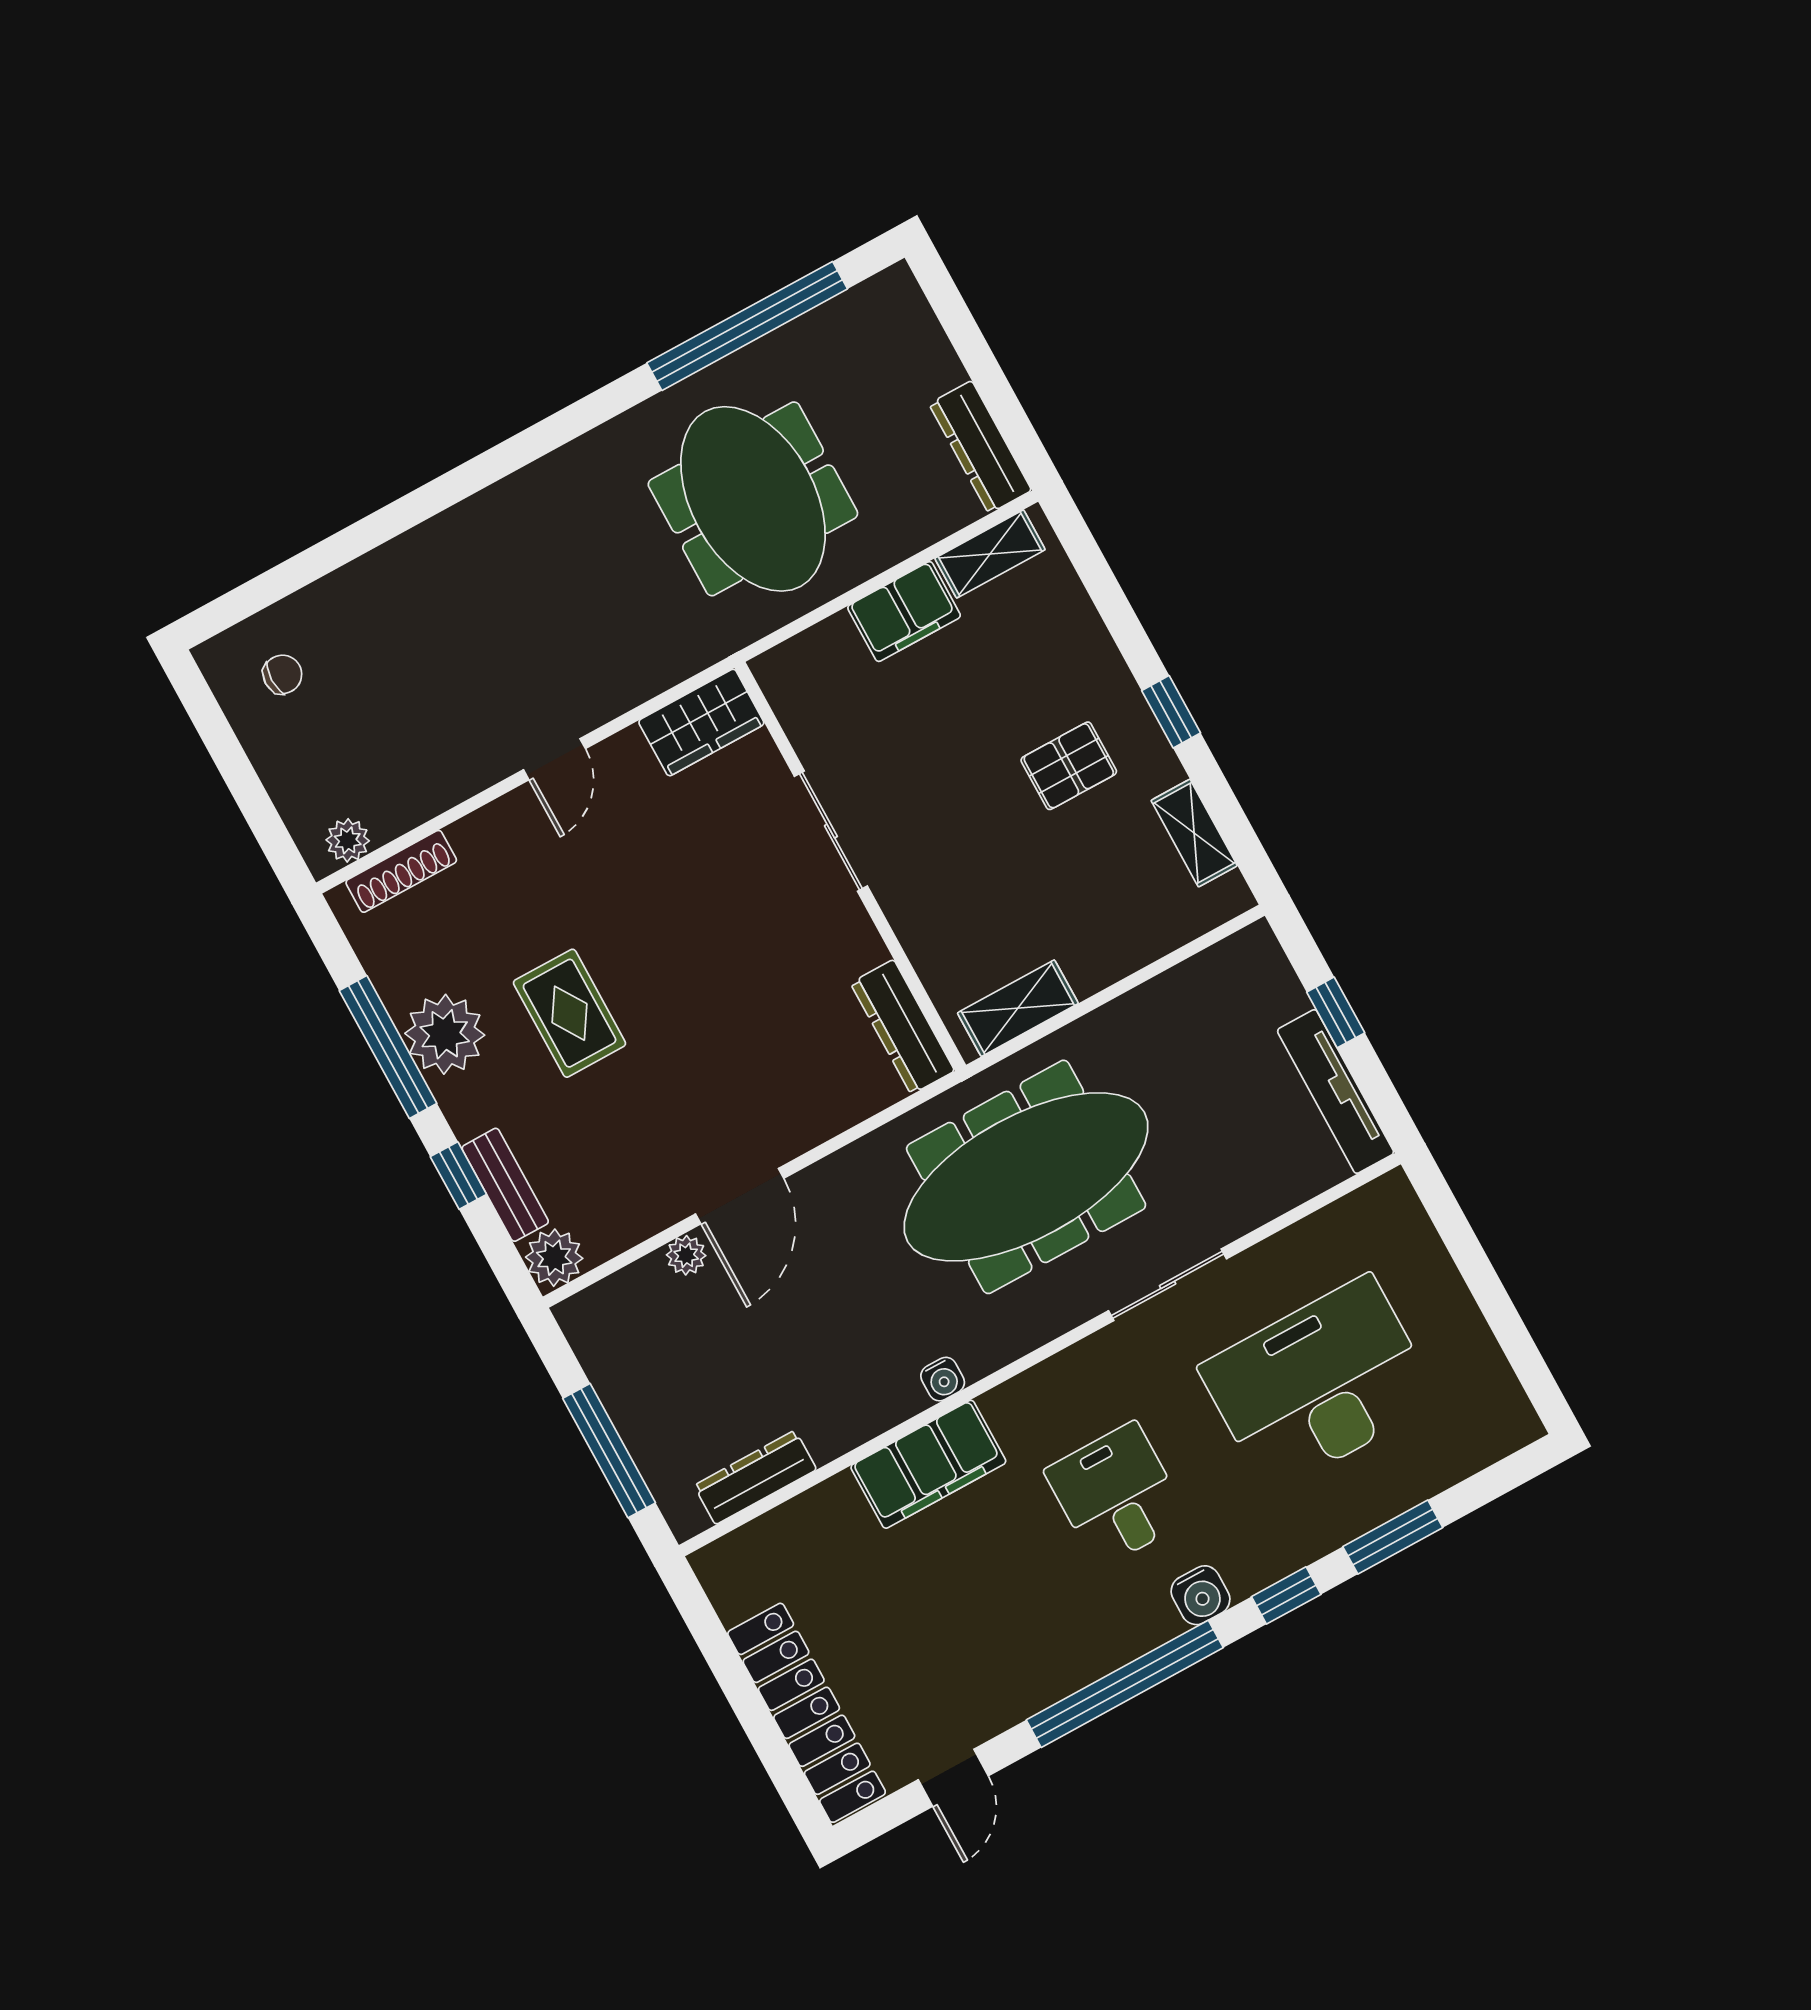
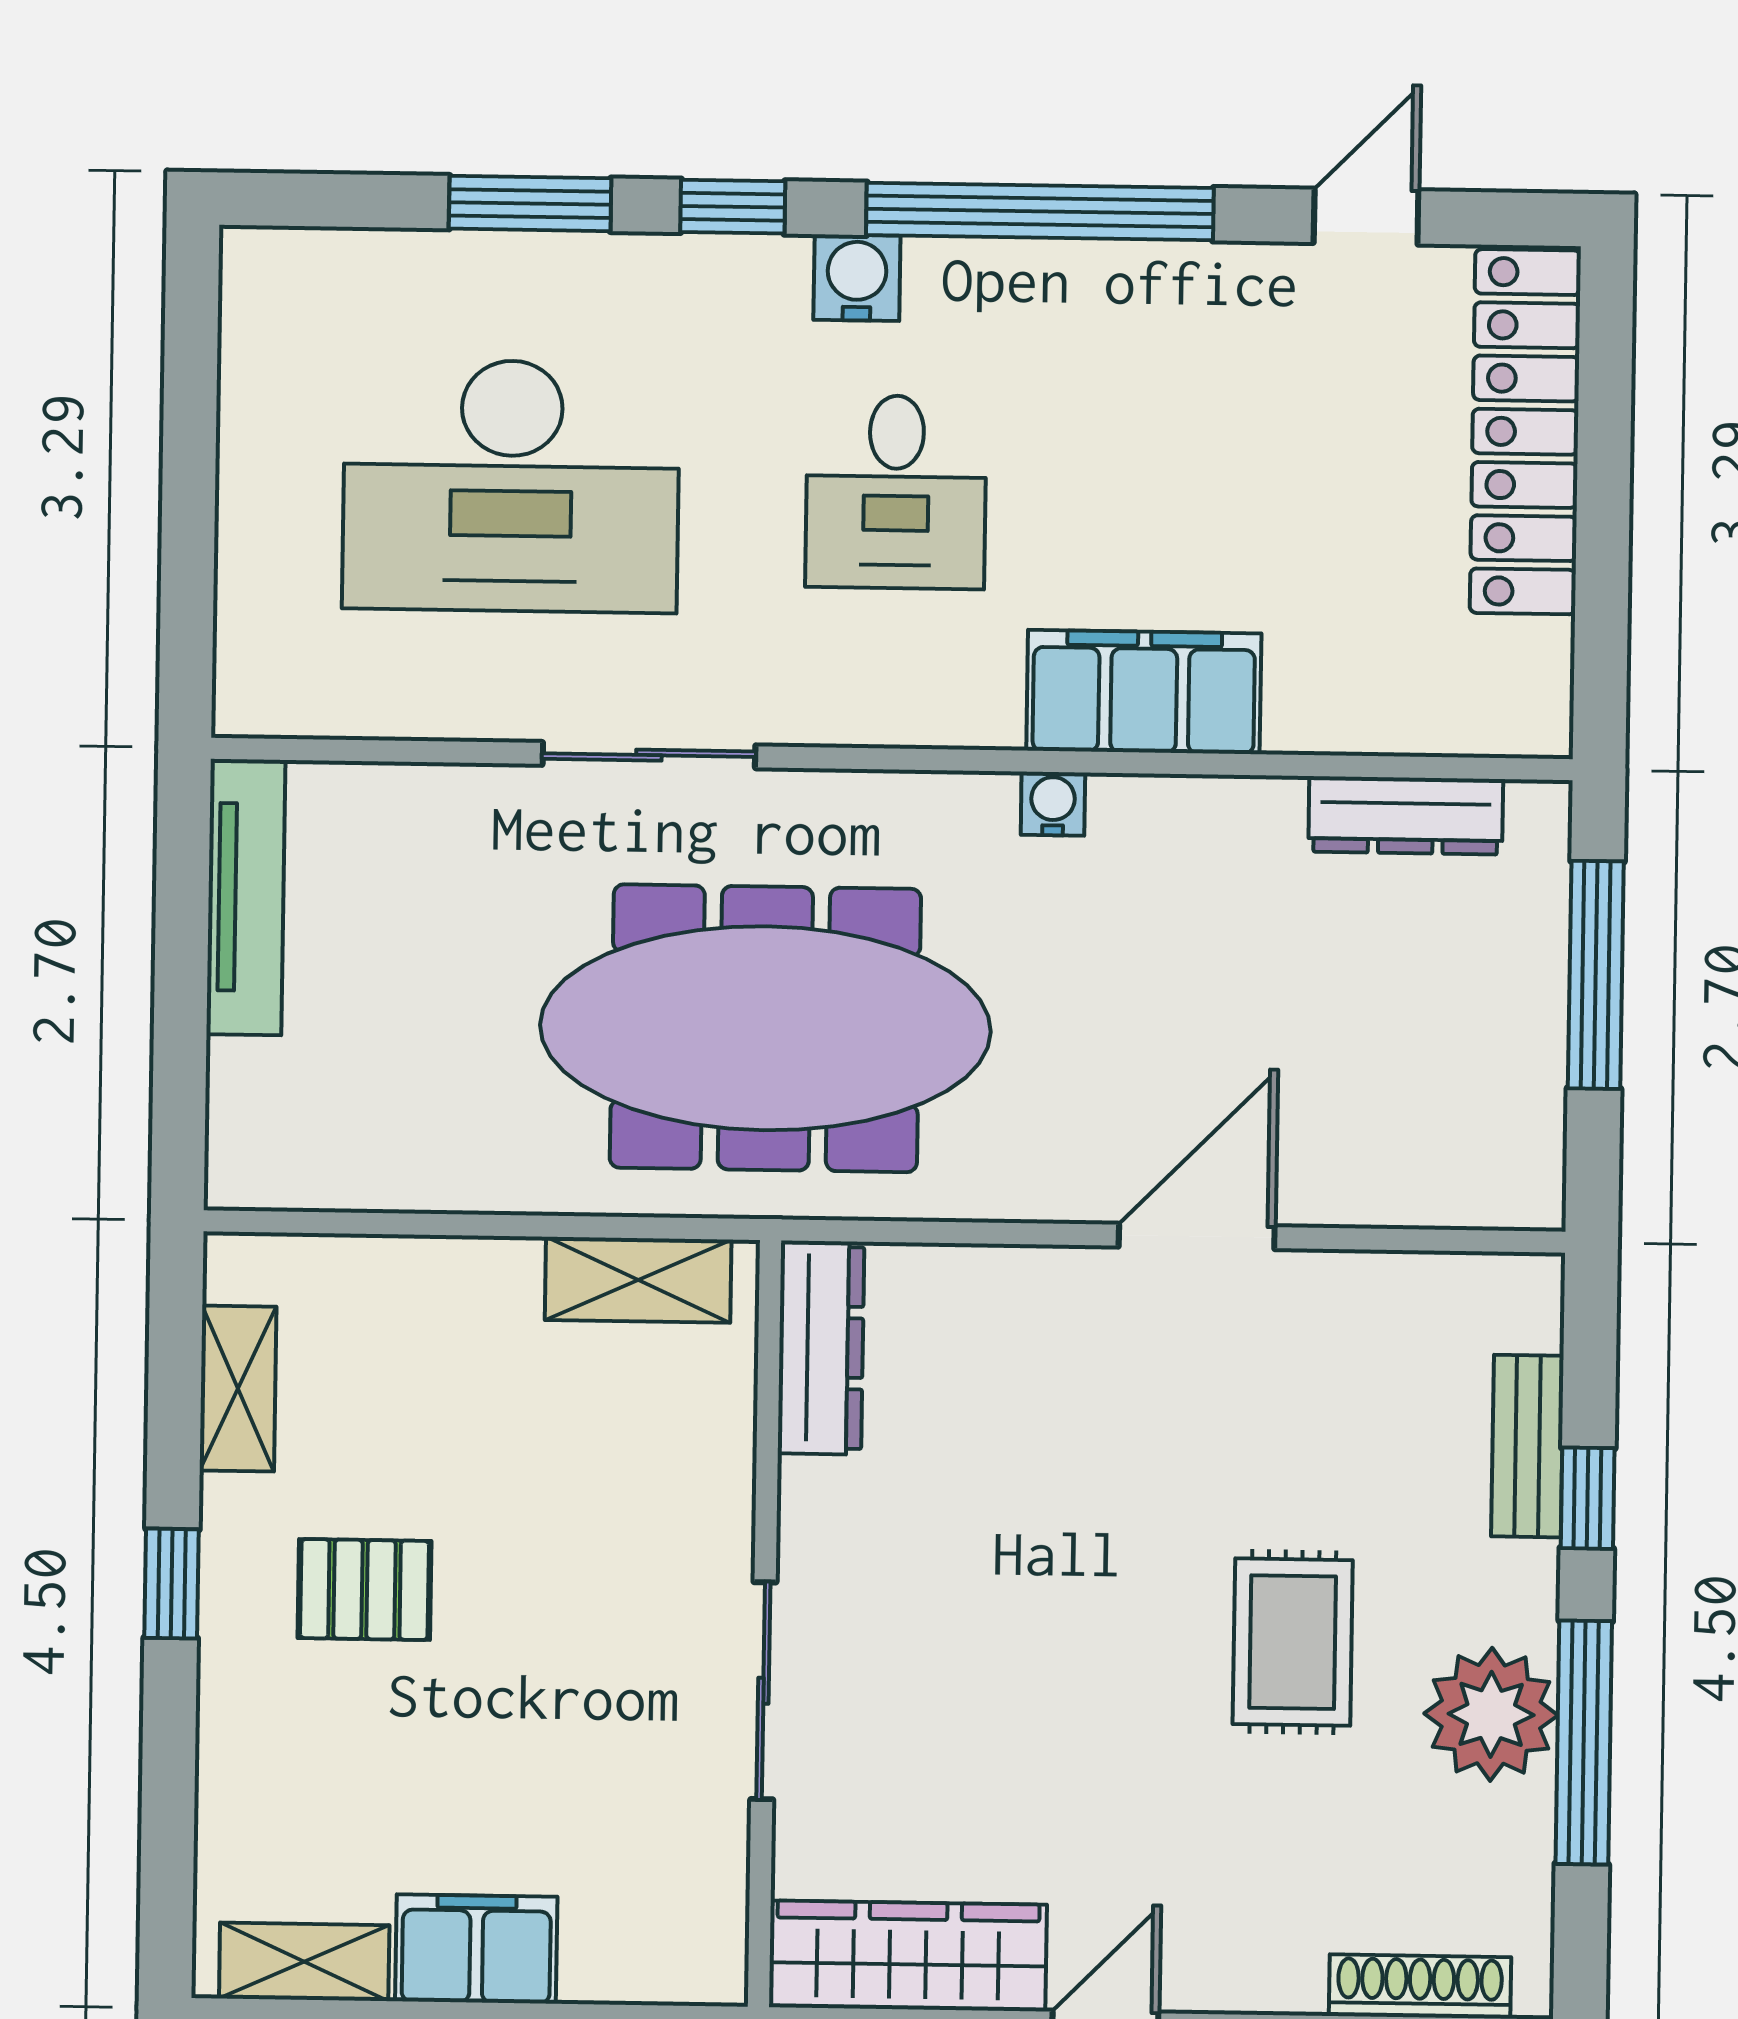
wardrobe: (701, 722) -> (908, 1956), width x1.50
window: (1336, 1012) -> (181, 1012), removed
plant: (686, 1255) -> (1323, 1195), removed
plant: (554, 1258) -> (1516, 1300), removed

